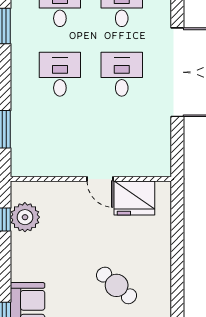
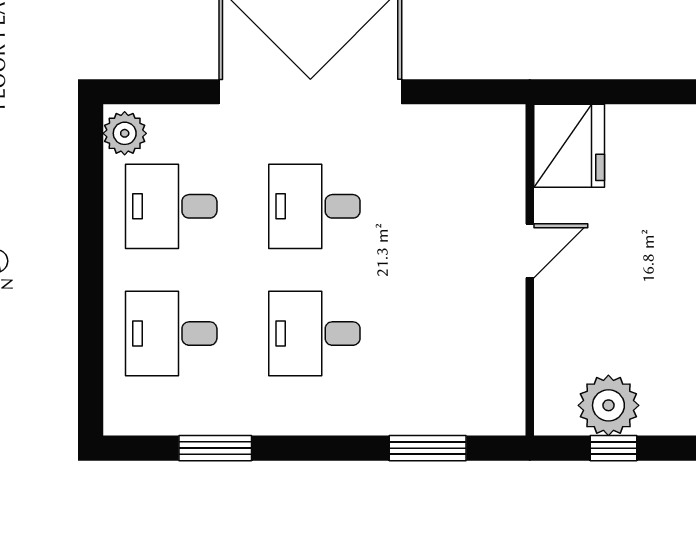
fridge: (134, 198) -> (569, 146), moved

